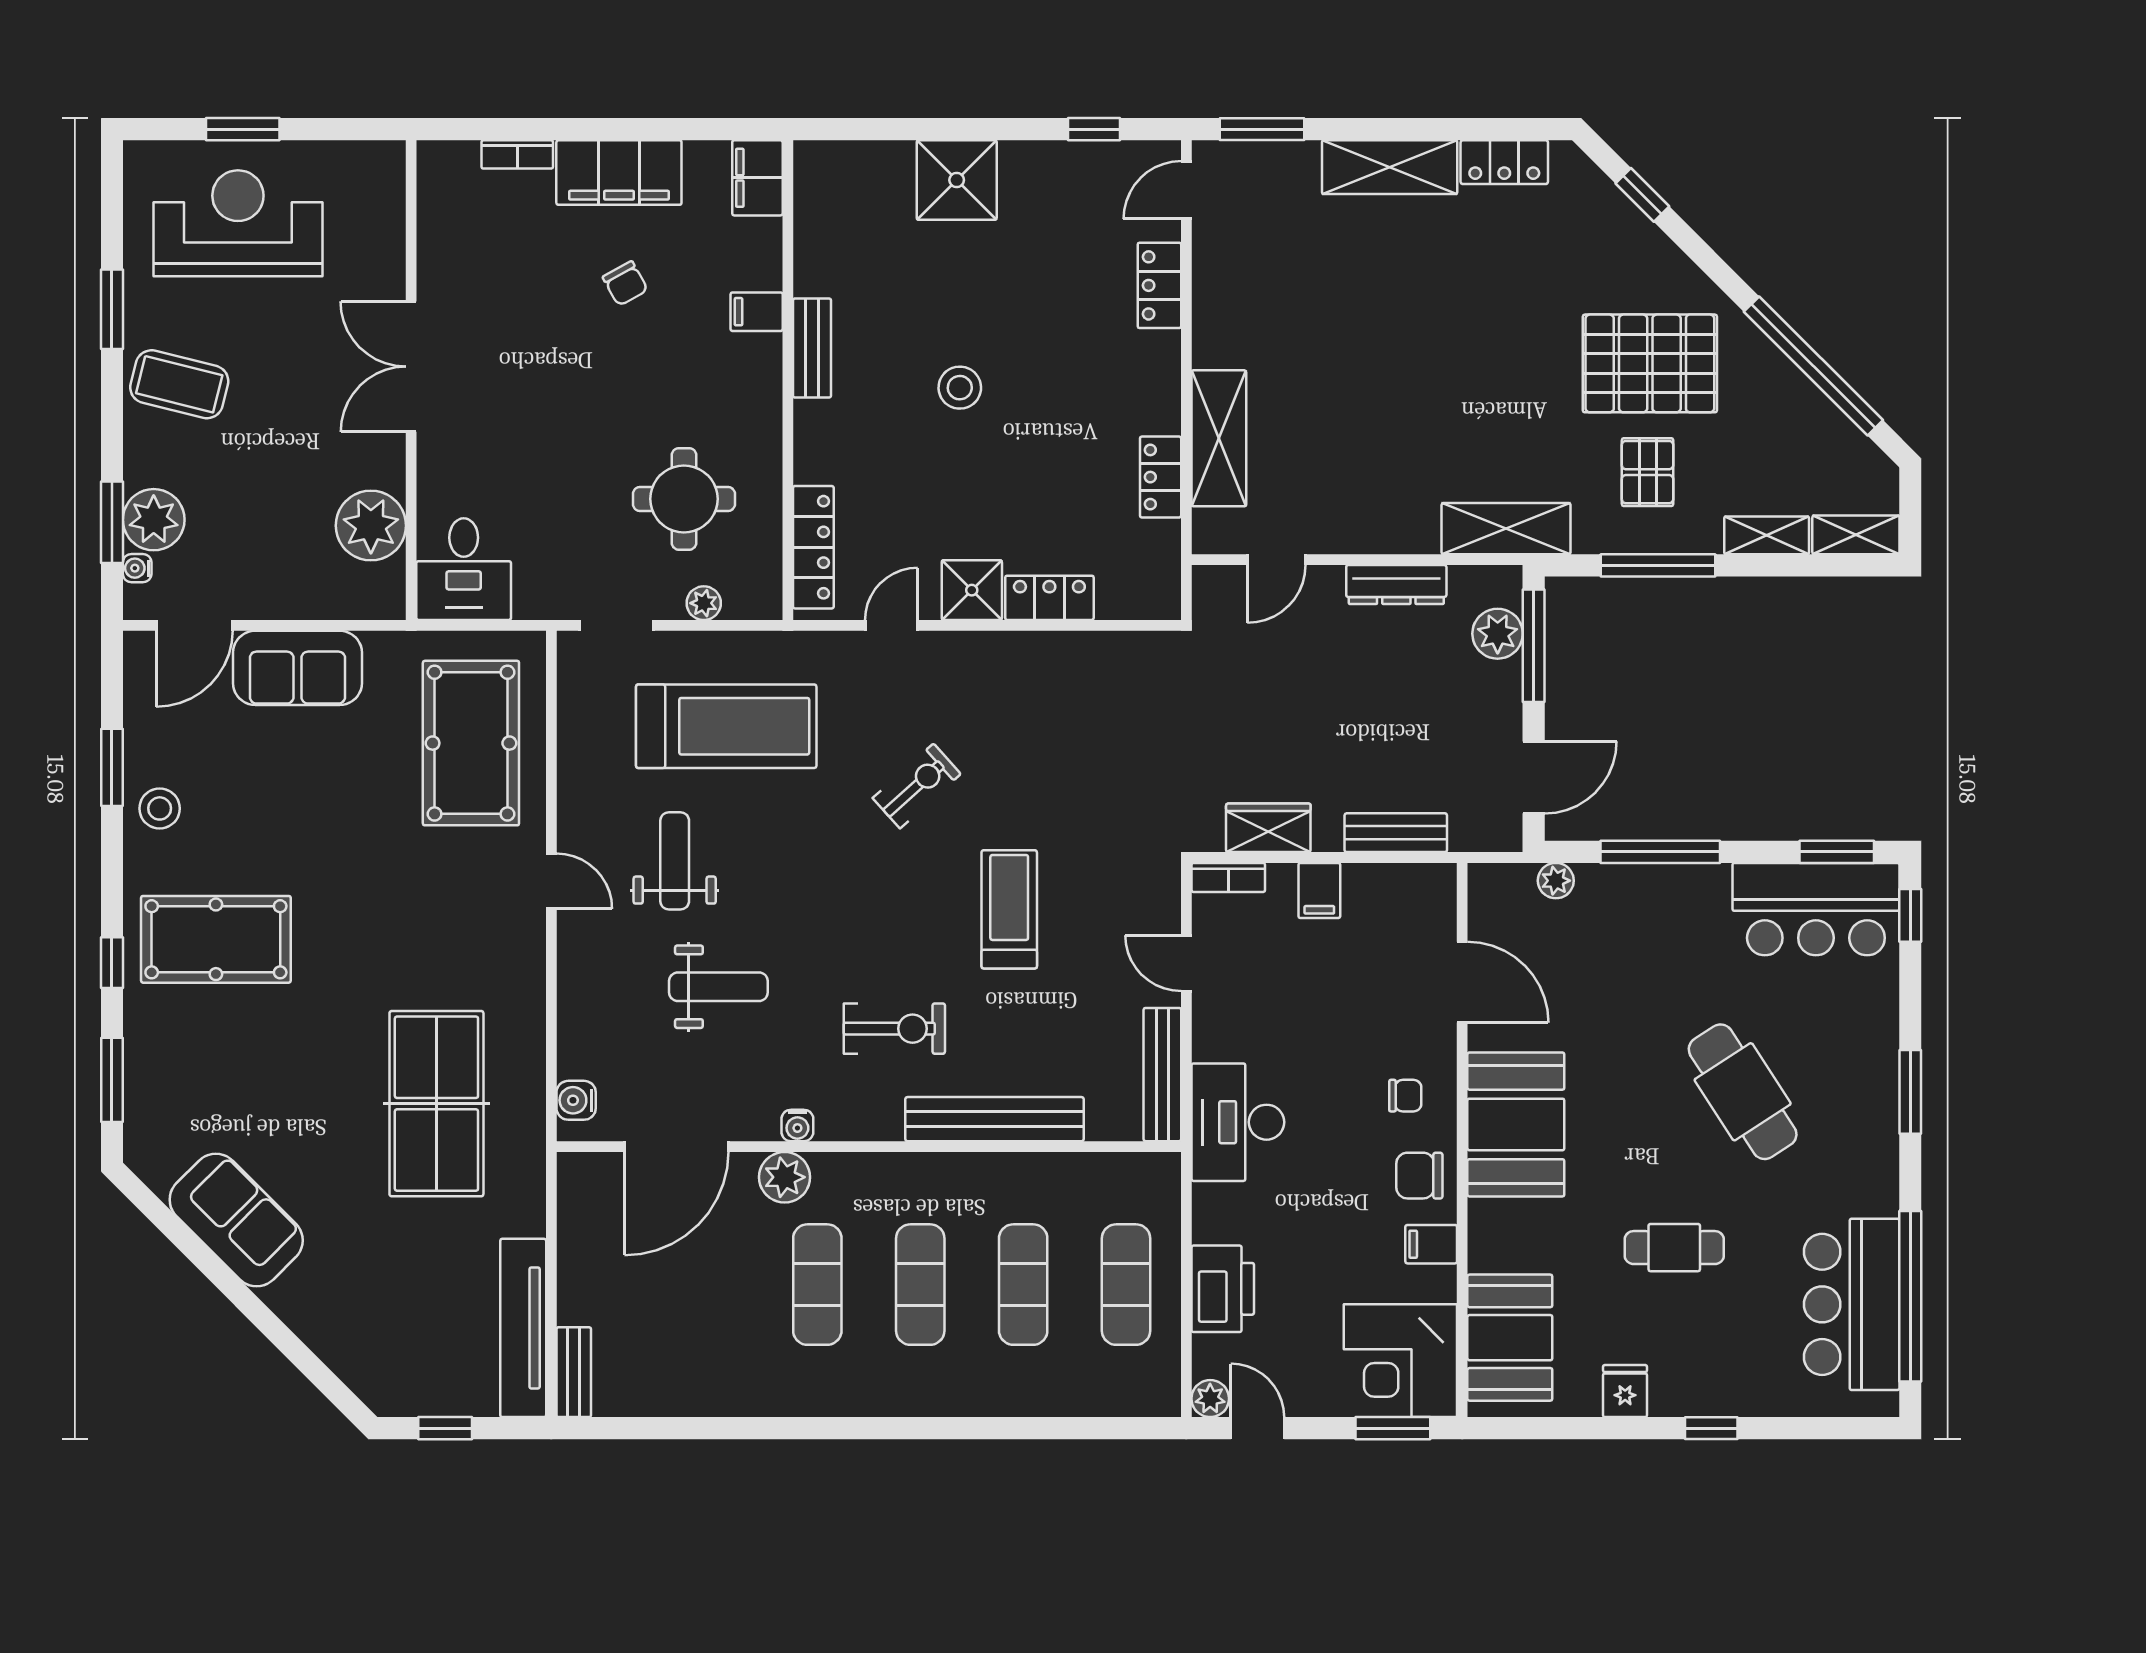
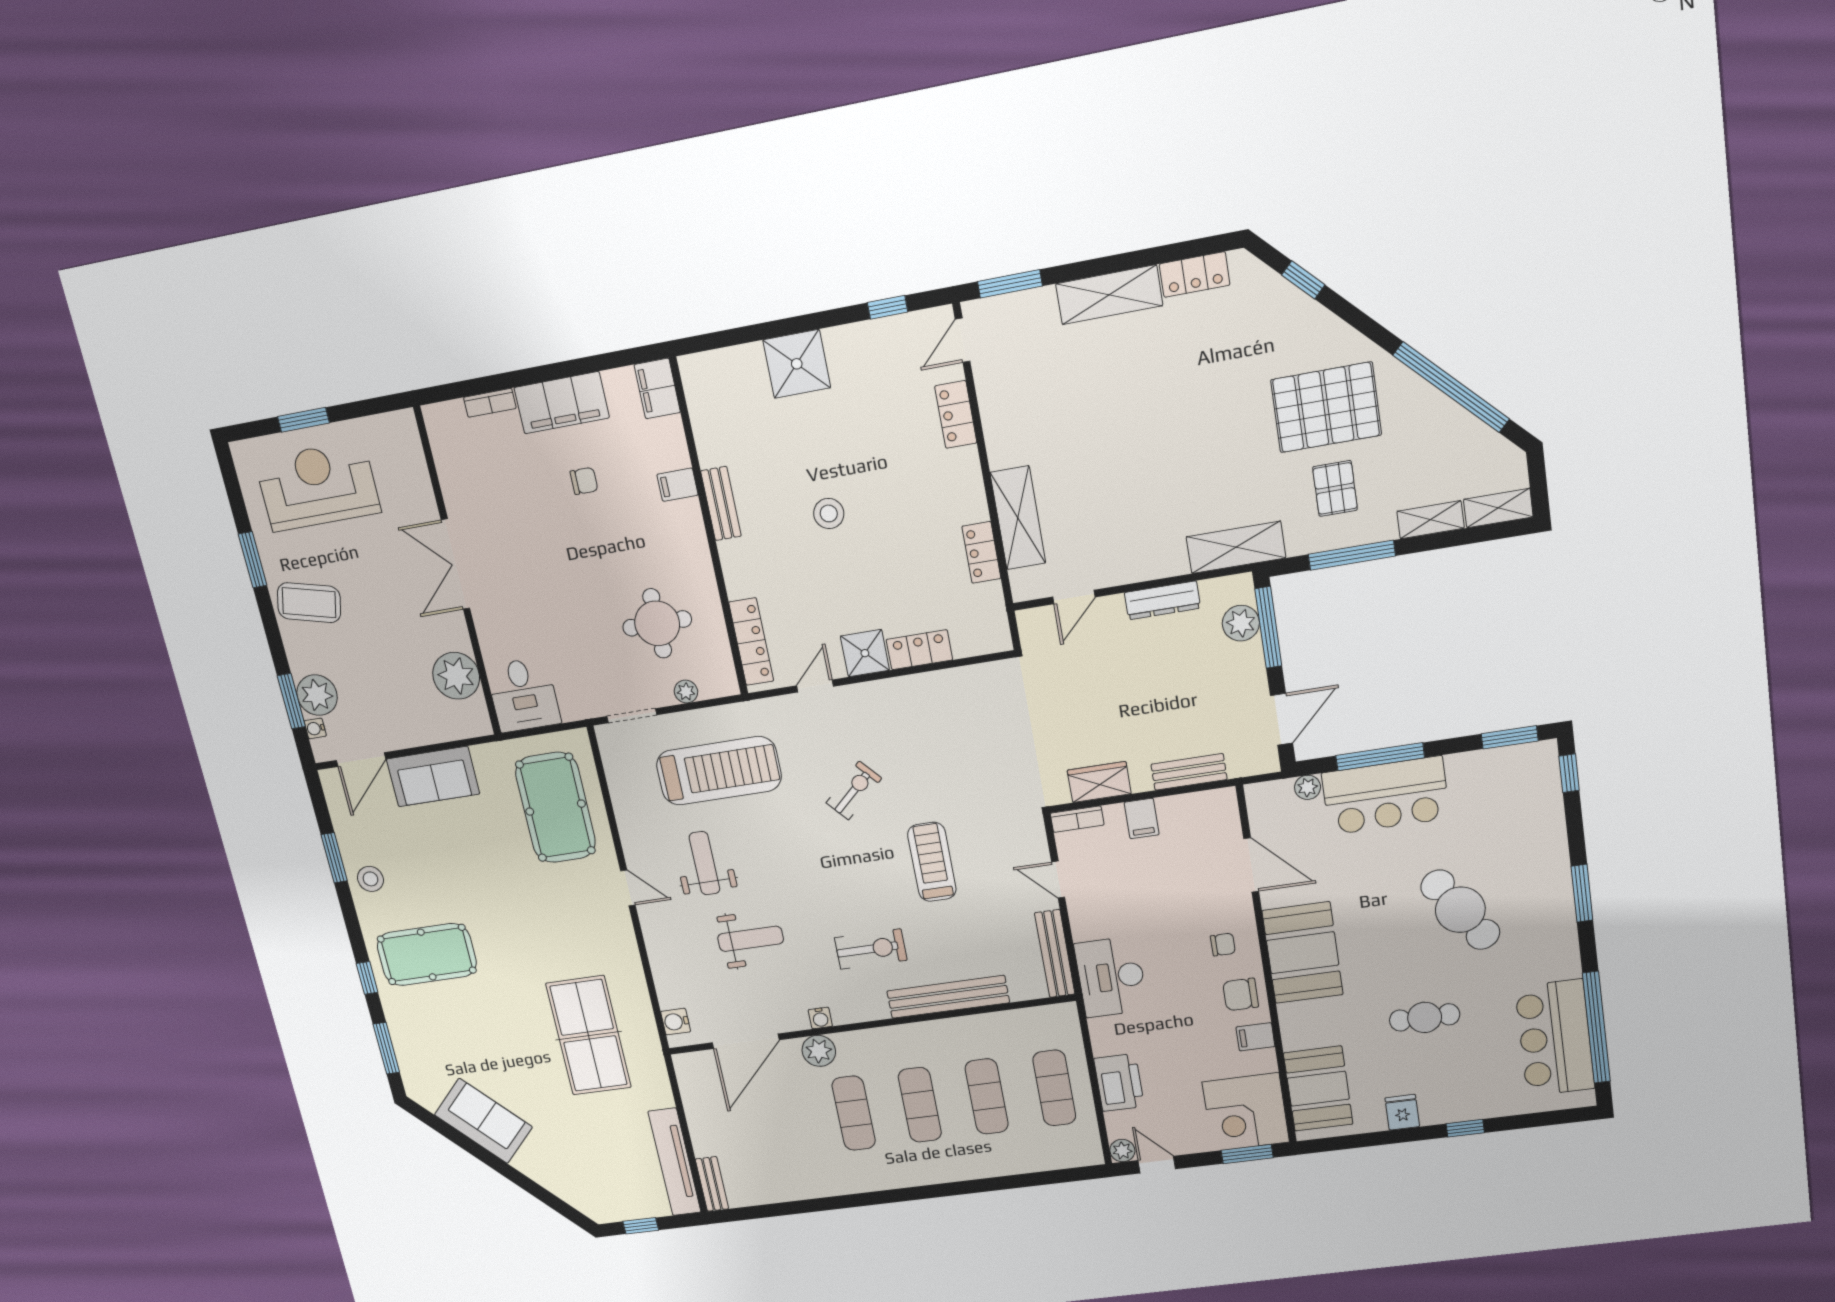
chair: (625, 283) -> (584, 481), turned -61
bar counter: (1816, 909) -> (1386, 796), moved

